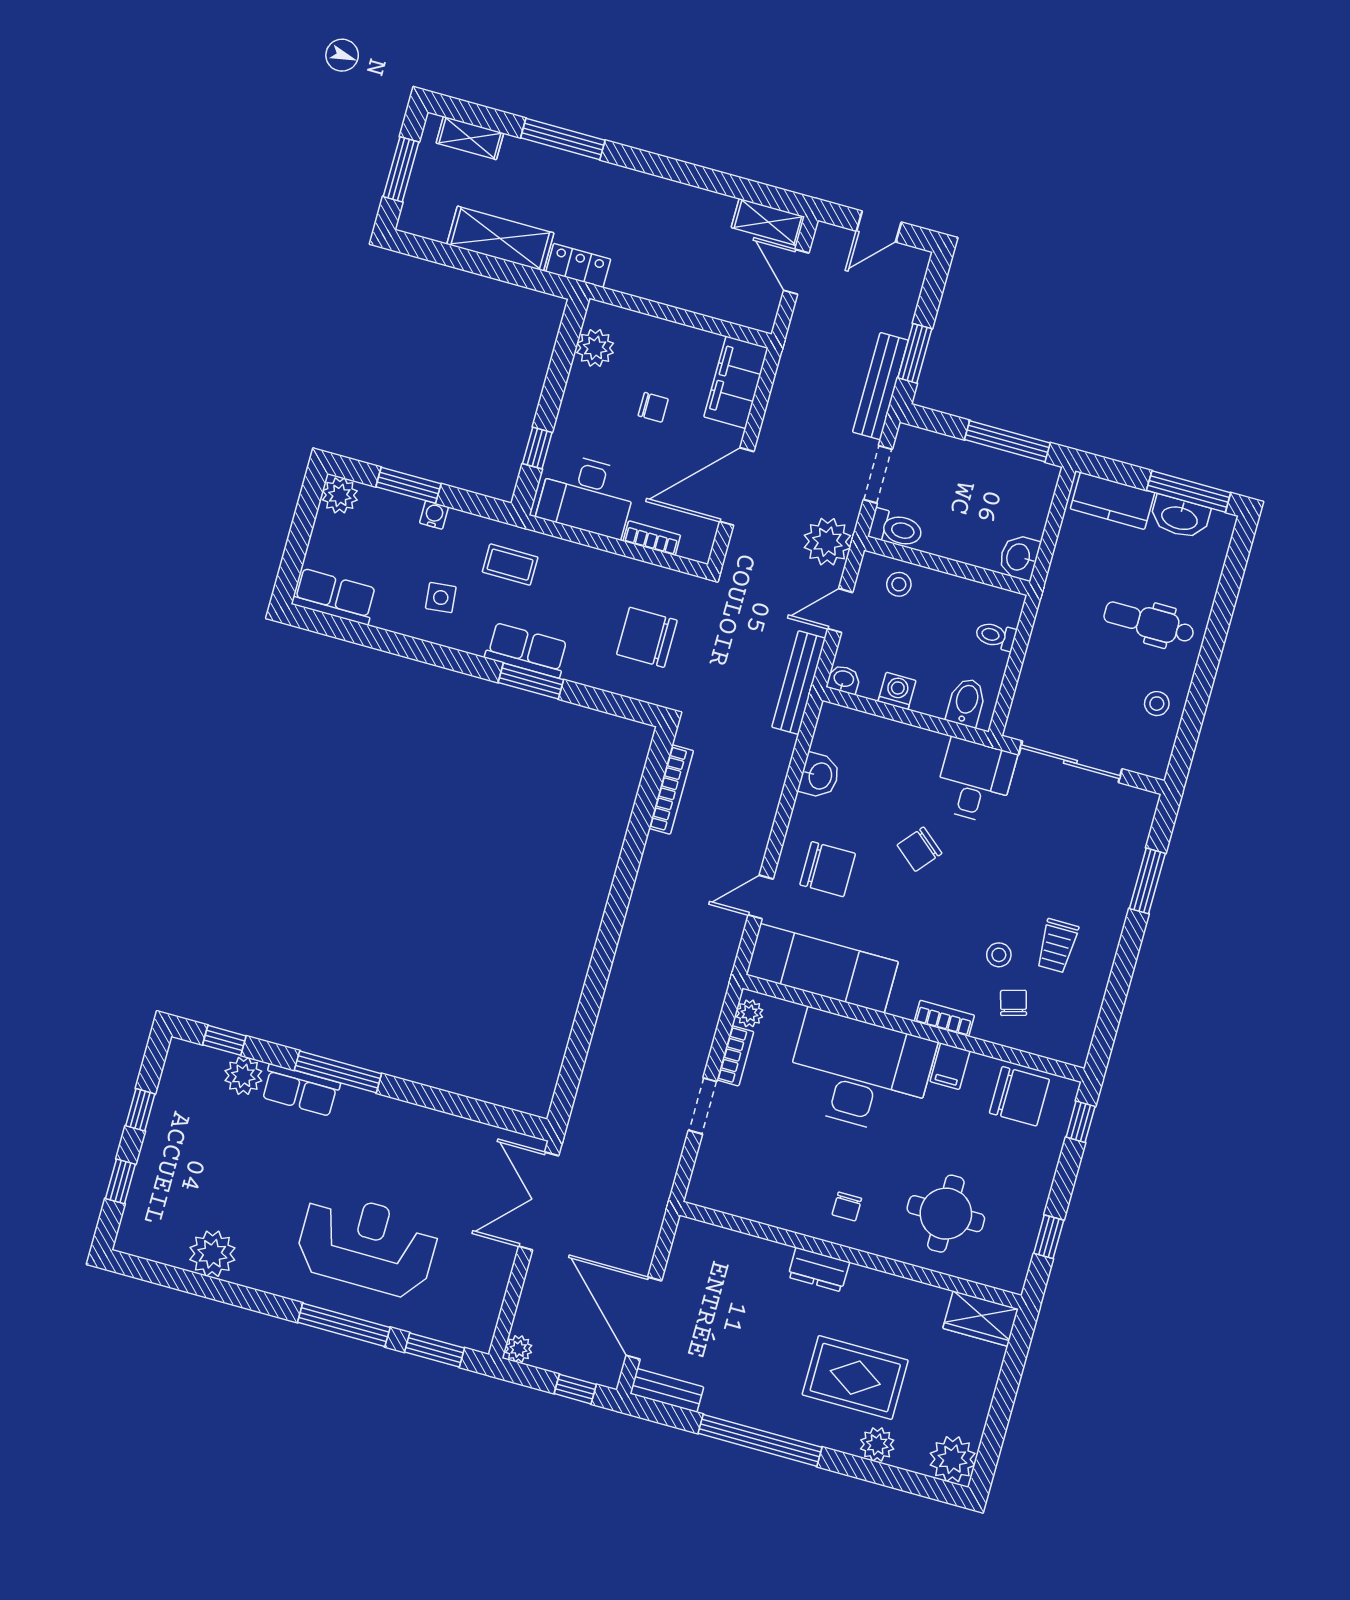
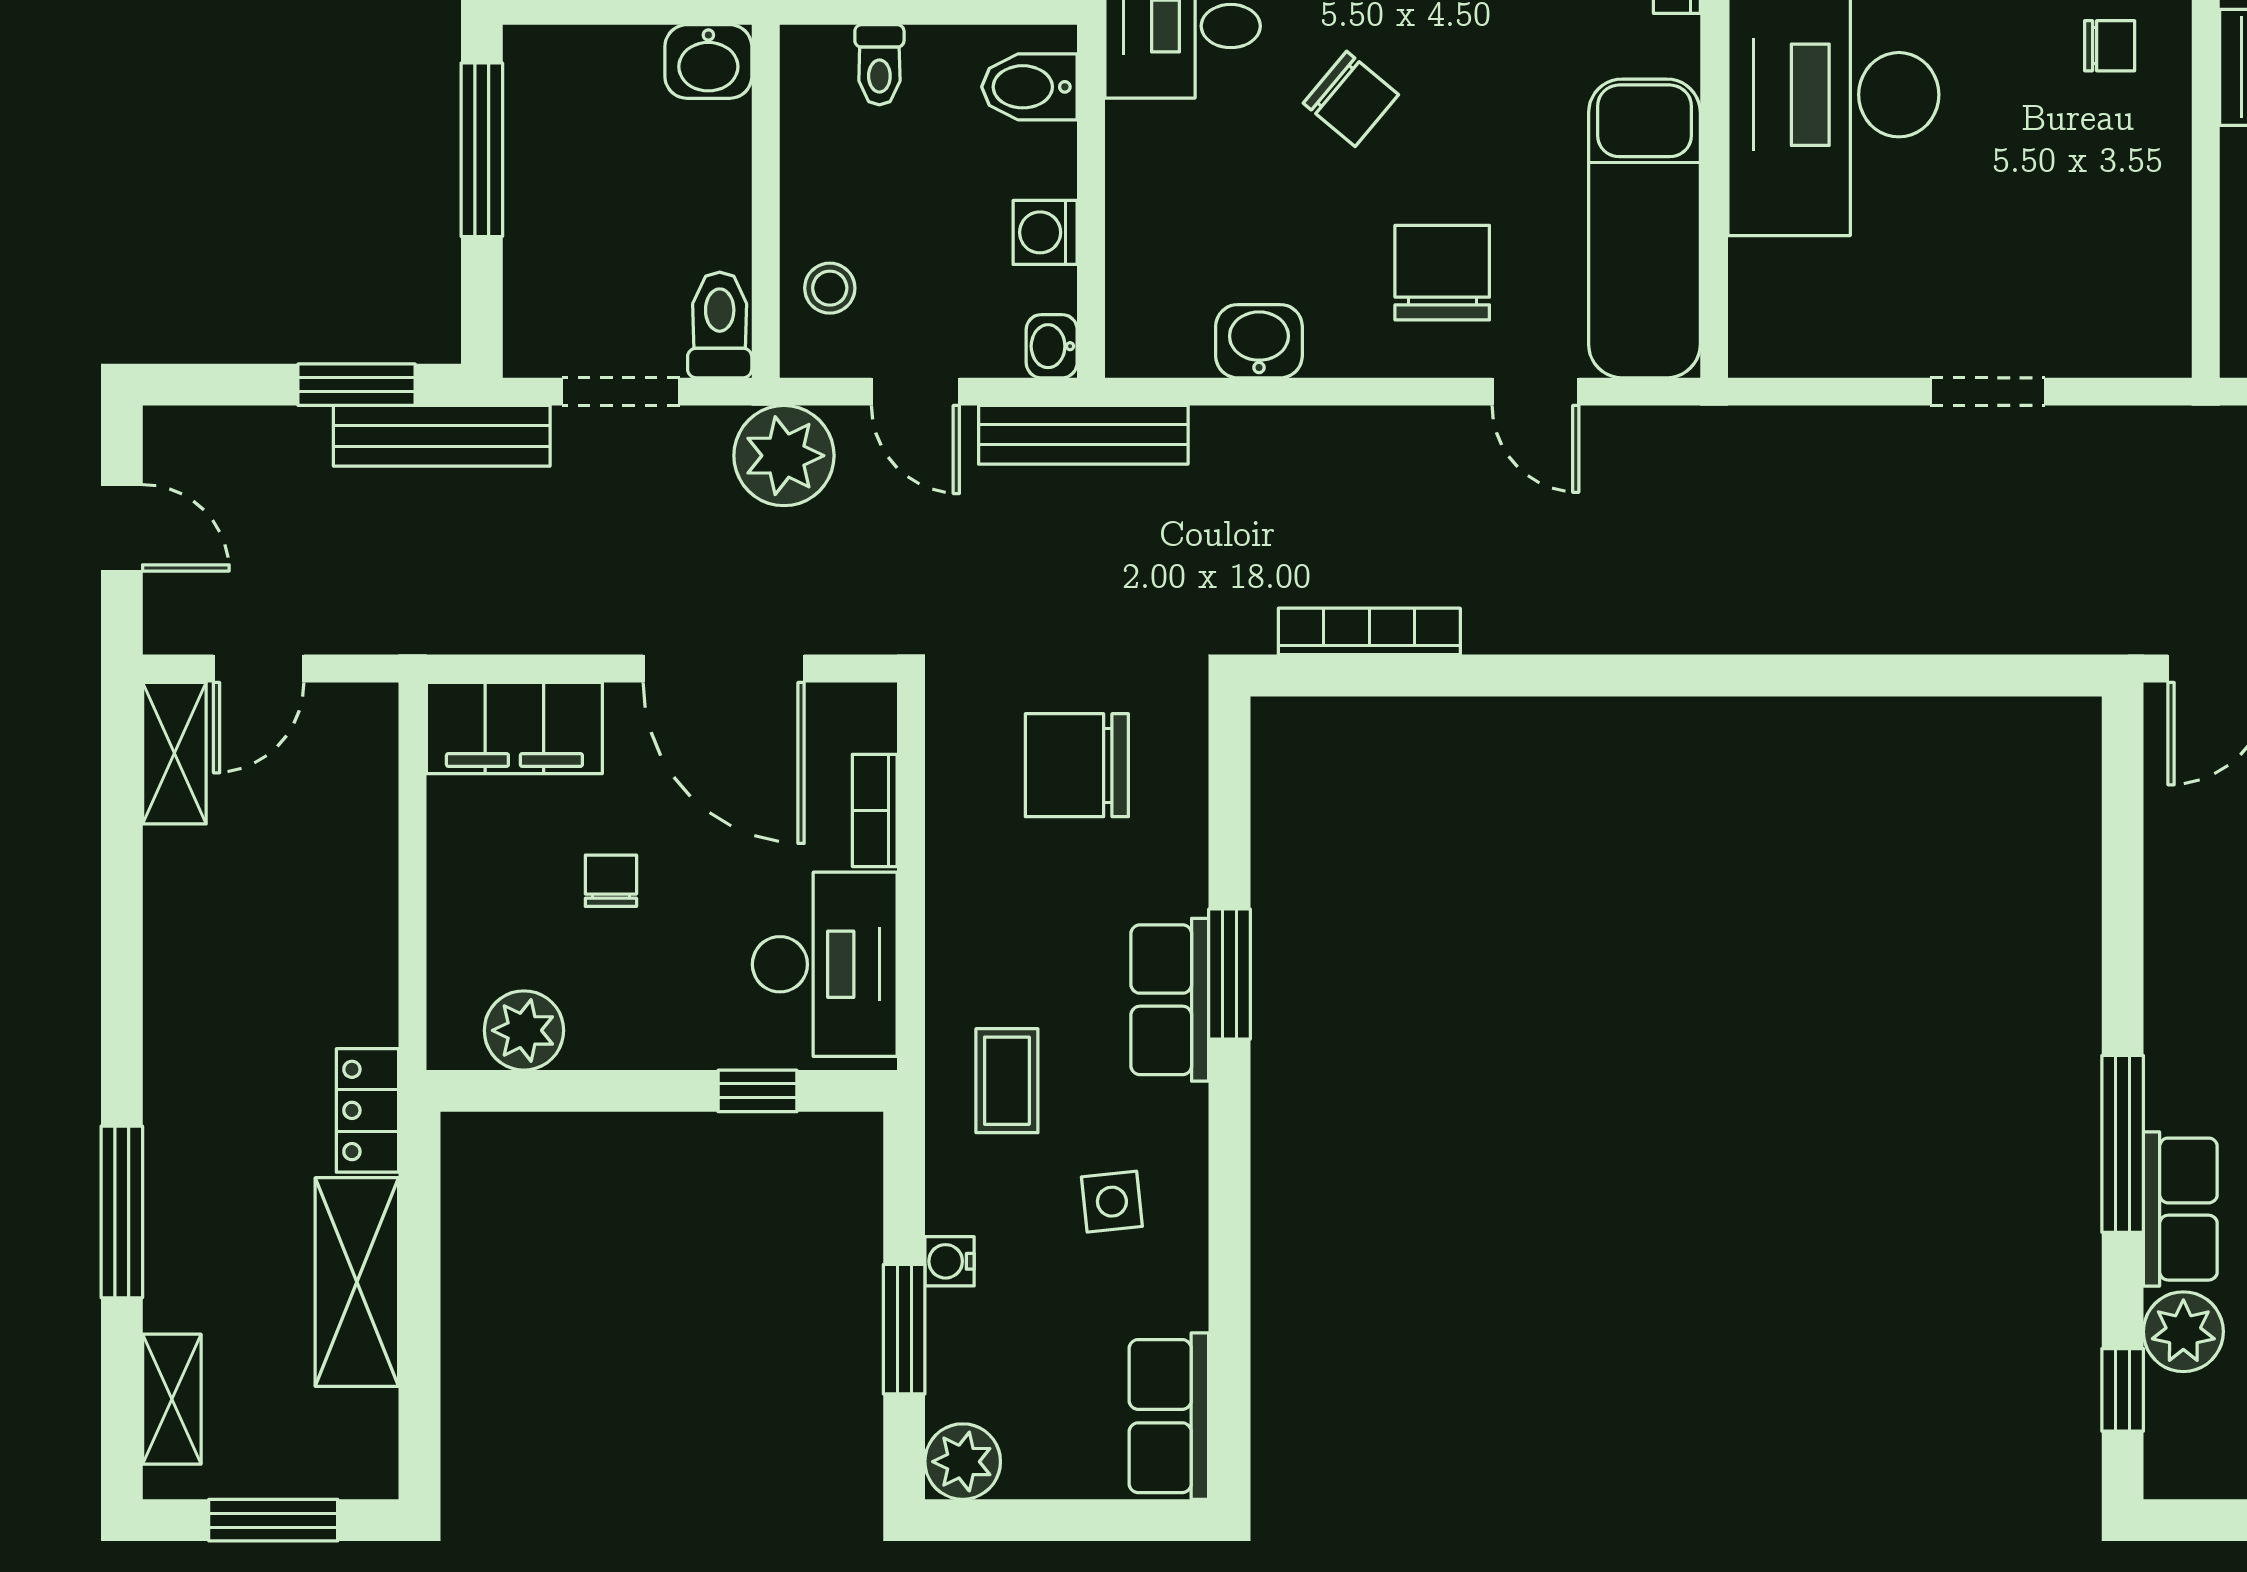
chair: (647, 637) -> (1077, 765), turned 90
plant: (750, 1013) -> (1776, 349), removed
bookcase: (735, 1056) -> (1869, 354), removed

